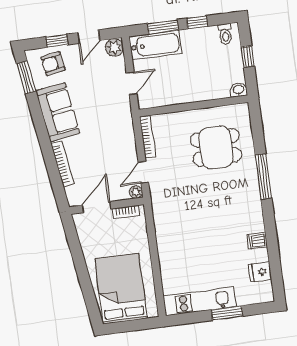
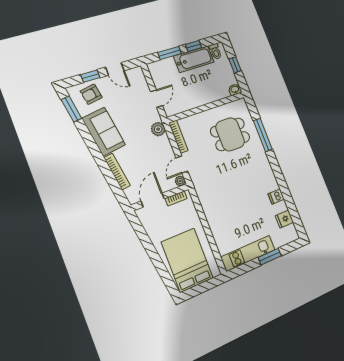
door: (89, 37) -> (115, 69), hinge flipped
bathtub: (155, 45) -> (194, 59), moved
plant: (114, 47) -> (158, 129), moved
window: (263, 177) -> (263, 135), moved

